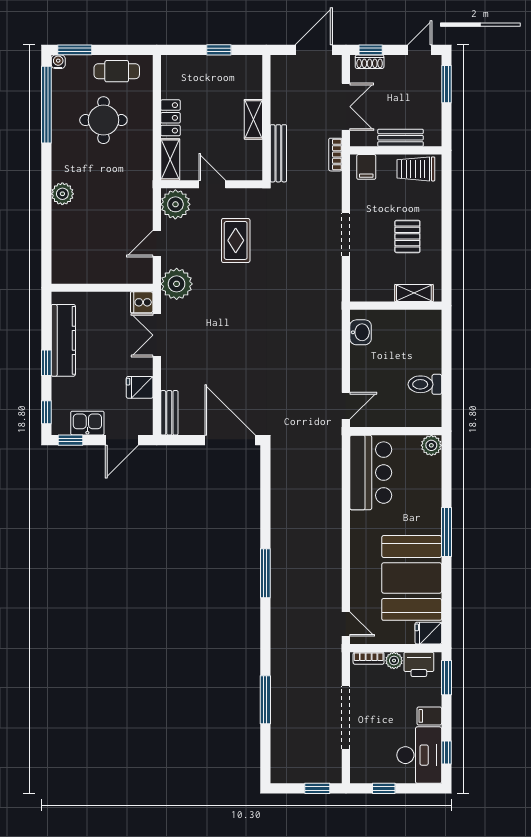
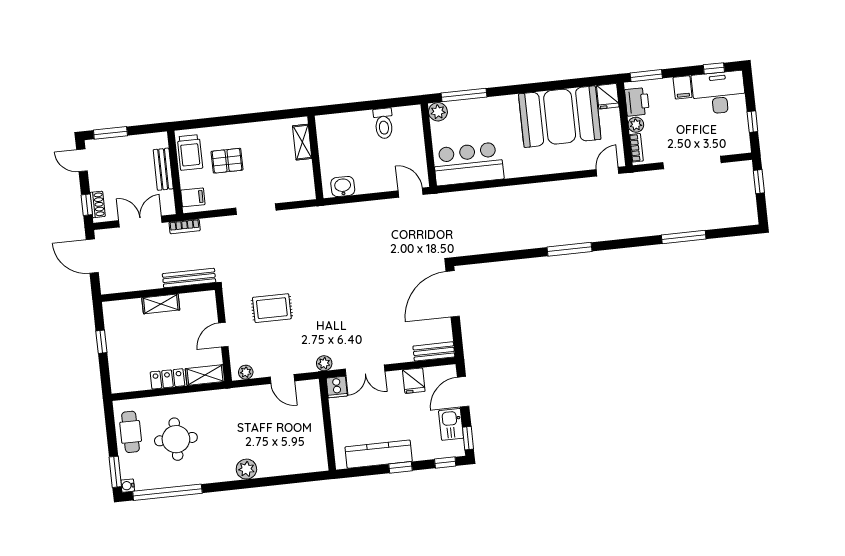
plant: (175, 204) -> (246, 372), width x0.53, depth x0.53
pallet: (407, 236) -> (227, 161), moved
plant: (177, 284) -> (324, 363), width x0.53, depth x0.53
door: (122, 440) -> (463, 392), swing flipped
window: (446, 532) -> (464, 95), moved

